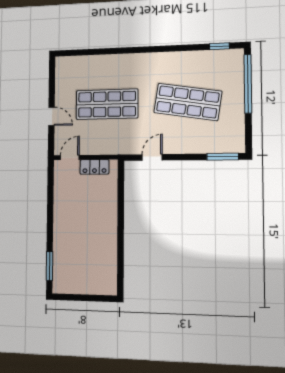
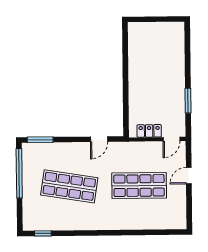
window: (248, 84) -> (19, 173), moved
door: (51, 116) -> (189, 176), hinge flipped
window: (50, 266) -> (188, 101), moved

